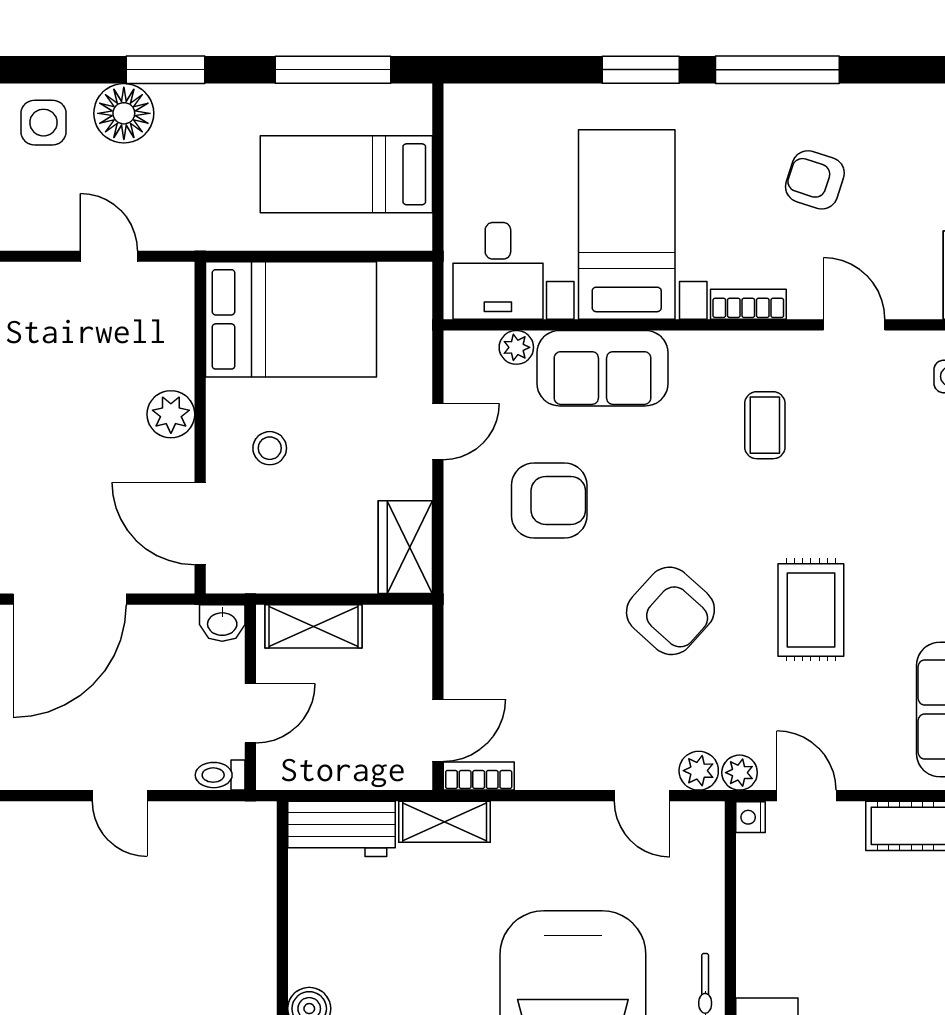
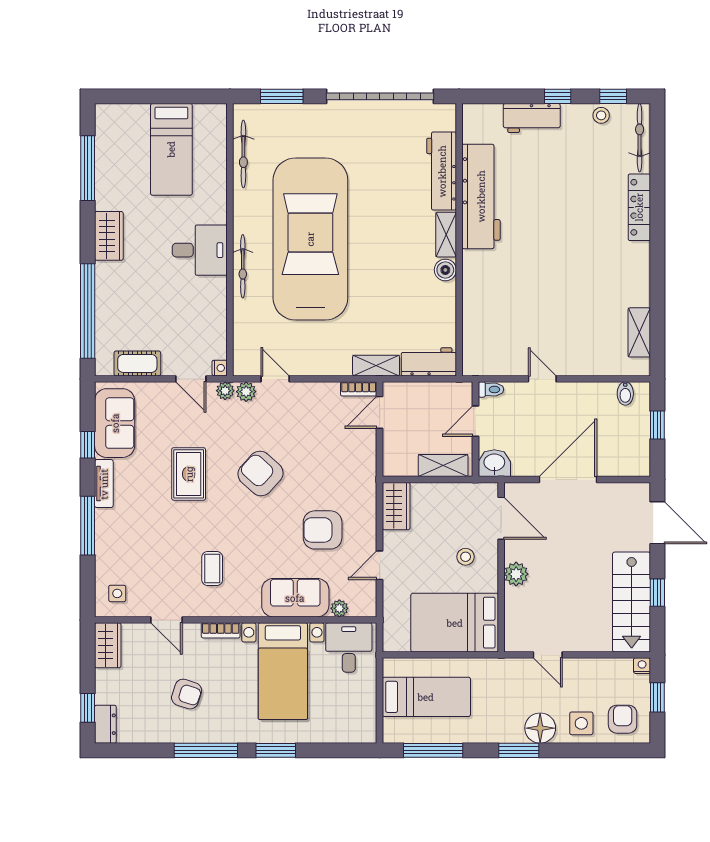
washbasin: (222, 623) -> (494, 463), width x1.38, depth x1.45

